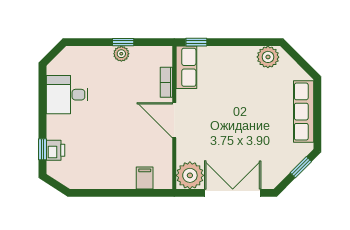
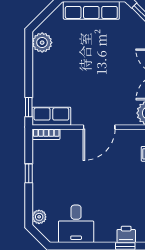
plant: (121, 54) -> (39, 217), moved
bookcase: (166, 82) -> (46, 134), moved

